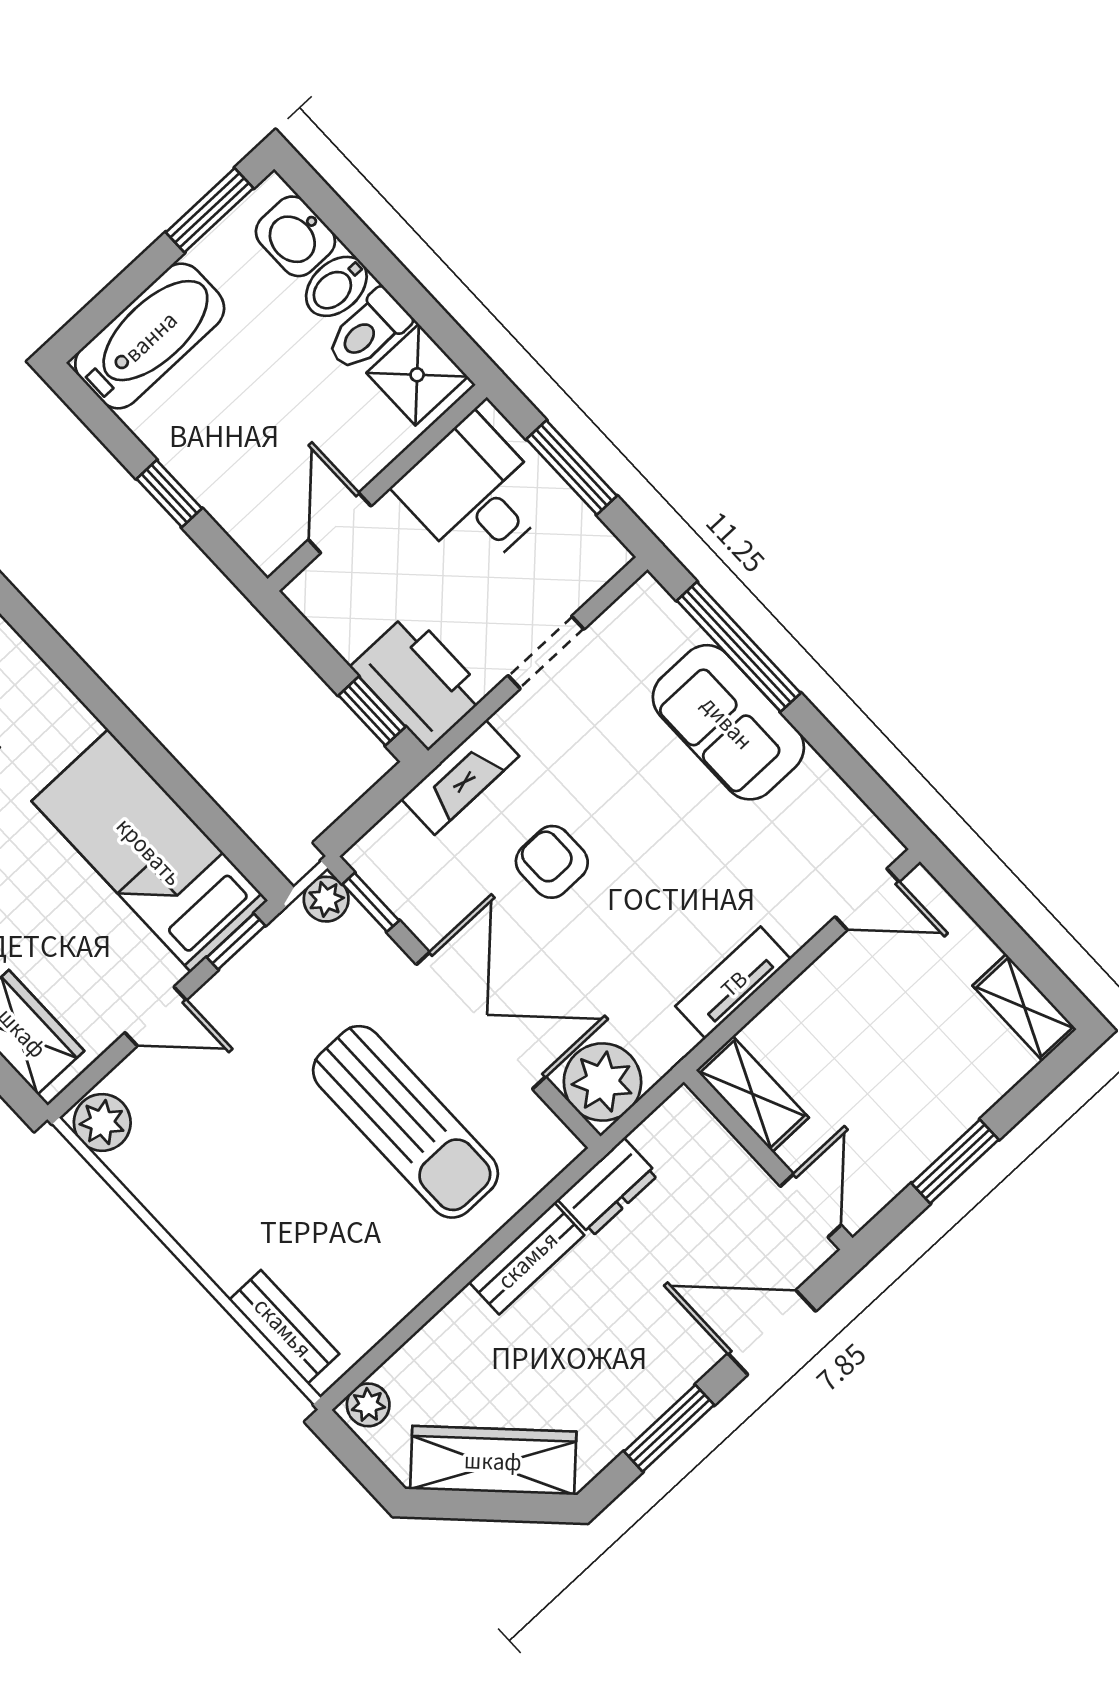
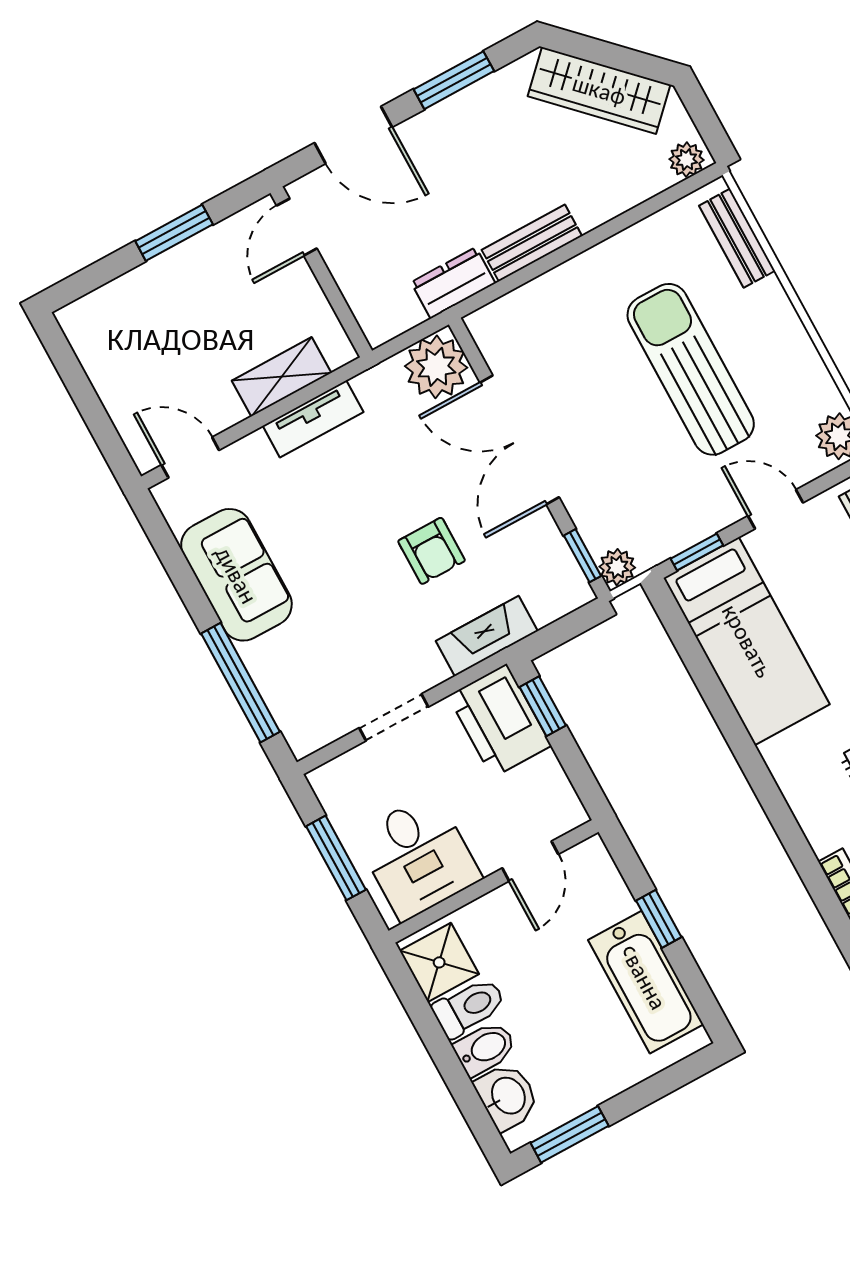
bathtub: (150, 336) -> (646, 982), moved, turned -90
sofa: (728, 722) -> (236, 575), moved
shelving: (1025, 1007) -> (88, 340), removed
shelving: (752, 1094) -> (281, 377), moved, turned 90
sun lounger: (406, 1122) -> (691, 369), moved

